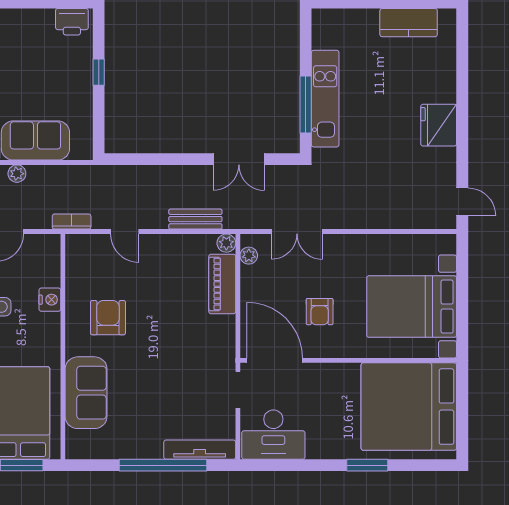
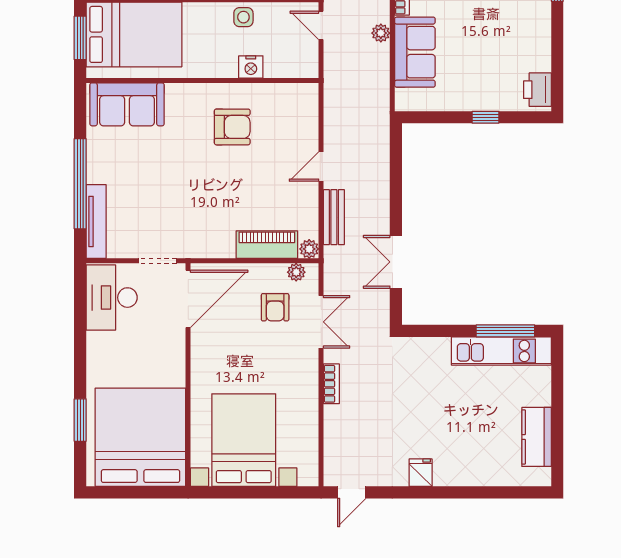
kitchen unit: (325, 99) -> (501, 351), moved
window: (306, 105) -> (505, 331), moved
fridge: (439, 125) -> (421, 473), width x0.53, depth x0.75
bookcase: (72, 222) -> (331, 384), moved
door: (125, 232) -> (321, 167), moved
double door: (297, 232) -> (321, 322), swing flipped
armchair: (320, 312) -> (275, 307), moved, turned -90
sofa: (86, 393) -> (127, 104), moved
window: (367, 465) -> (80, 420), moved

